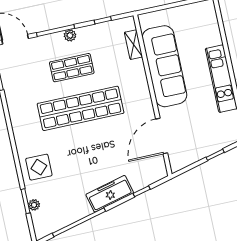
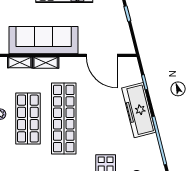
shop shelf: (72, 68) -> (28, 119), width x1.43, depth x1.36
shelving: (140, 74) -> (46, 63), added
freezer: (110, 194) -> (139, 110), width x1.36, depth x1.26

